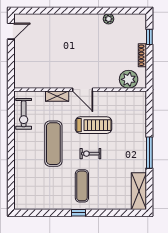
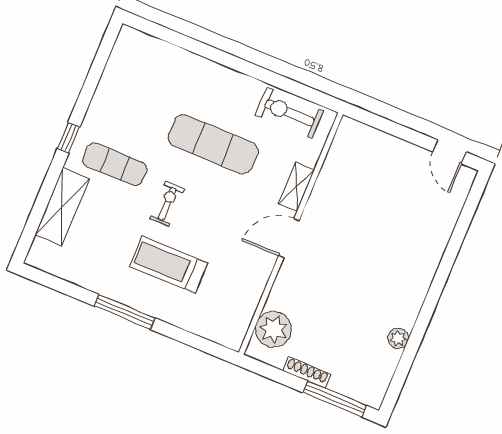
window: (149, 37) -> (335, 399), width x2.17
treadmill: (94, 125) -> (169, 265), moved, turned 90
shelving: (139, 191) -> (62, 207), moved, turned 90

